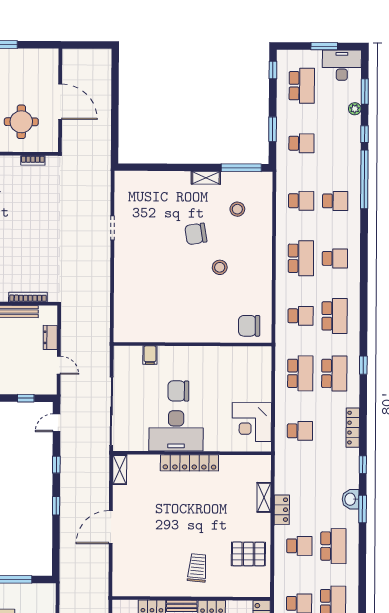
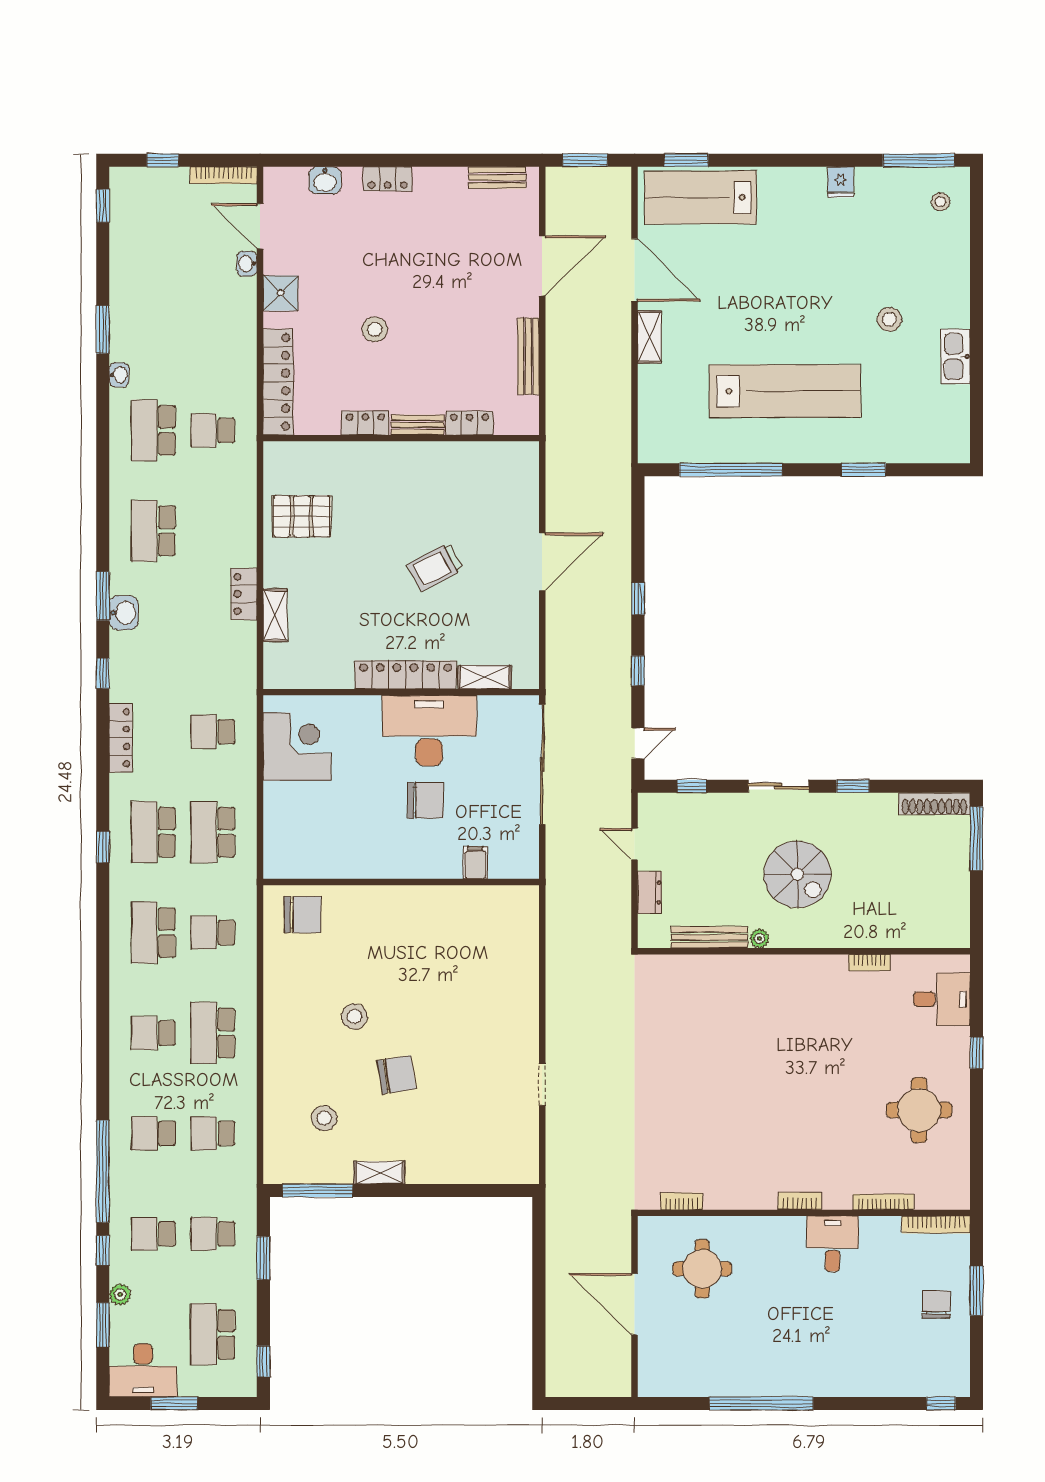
bookcase: (28, 297) -> (689, 963), removed
shelving: (120, 470) -> (485, 677), moved, turned 90
school desk: (299, 546) -> (153, 1234), moved
trolley: (197, 568) -> (435, 567), moved, turned 57

